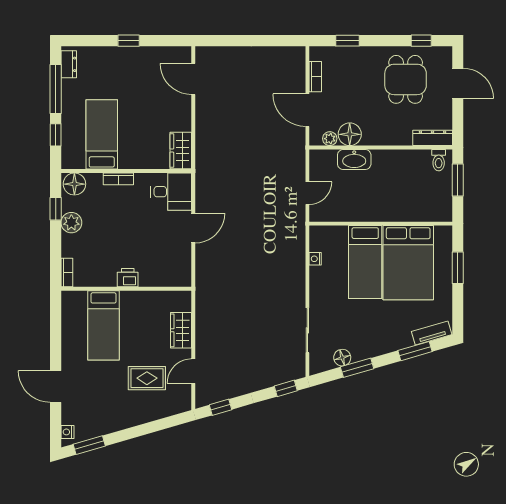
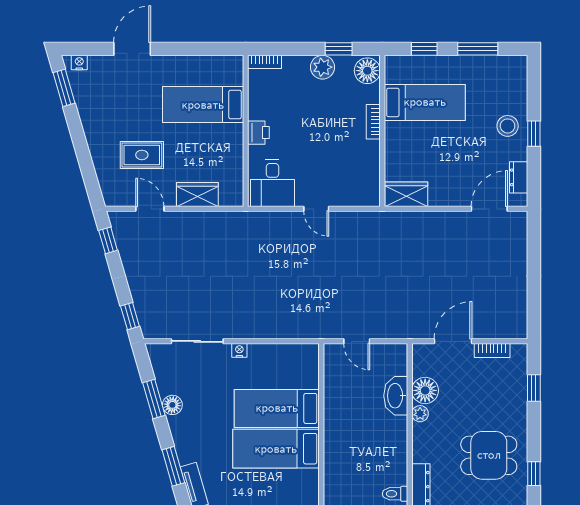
stool: (122, 63) -> (508, 126), added
dresser: (69, 64) -> (519, 177), moved, turned 90
window: (56, 89) -> (478, 49), width x0.69
plant: (330, 139) -> (420, 414), moved
desk: (171, 192) -> (272, 183), moved
door: (193, 228) -> (316, 209), width x0.73
nightstand: (315, 259) -> (239, 350), moved
bed: (408, 263) -> (276, 449), width x0.67
floor lamp: (342, 358) -> (172, 405), moved
rug: (147, 378) -> (142, 155), turned 90

